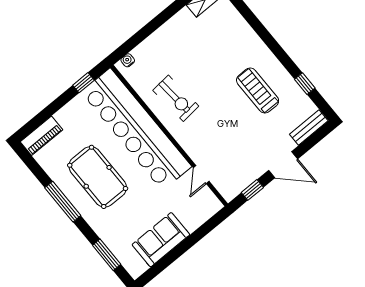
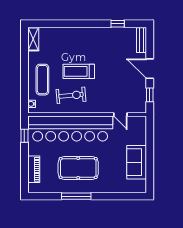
exercise mat: (167, 50) -> (42, 80), added
treadmill: (258, 91) -> (79, 71), moved
piano: (41, 136) -> (34, 169), moved
door: (283, 165) -> (150, 69), swing flipped
window: (107, 255) -> (122, 196), removed

